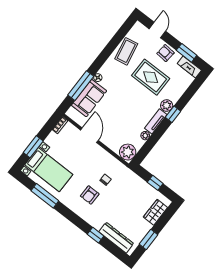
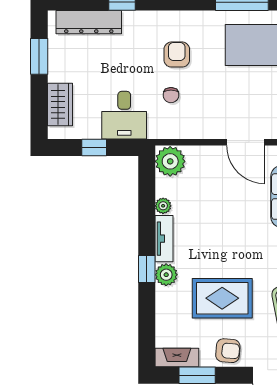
desk: (132, 187) -> (124, 115), added

